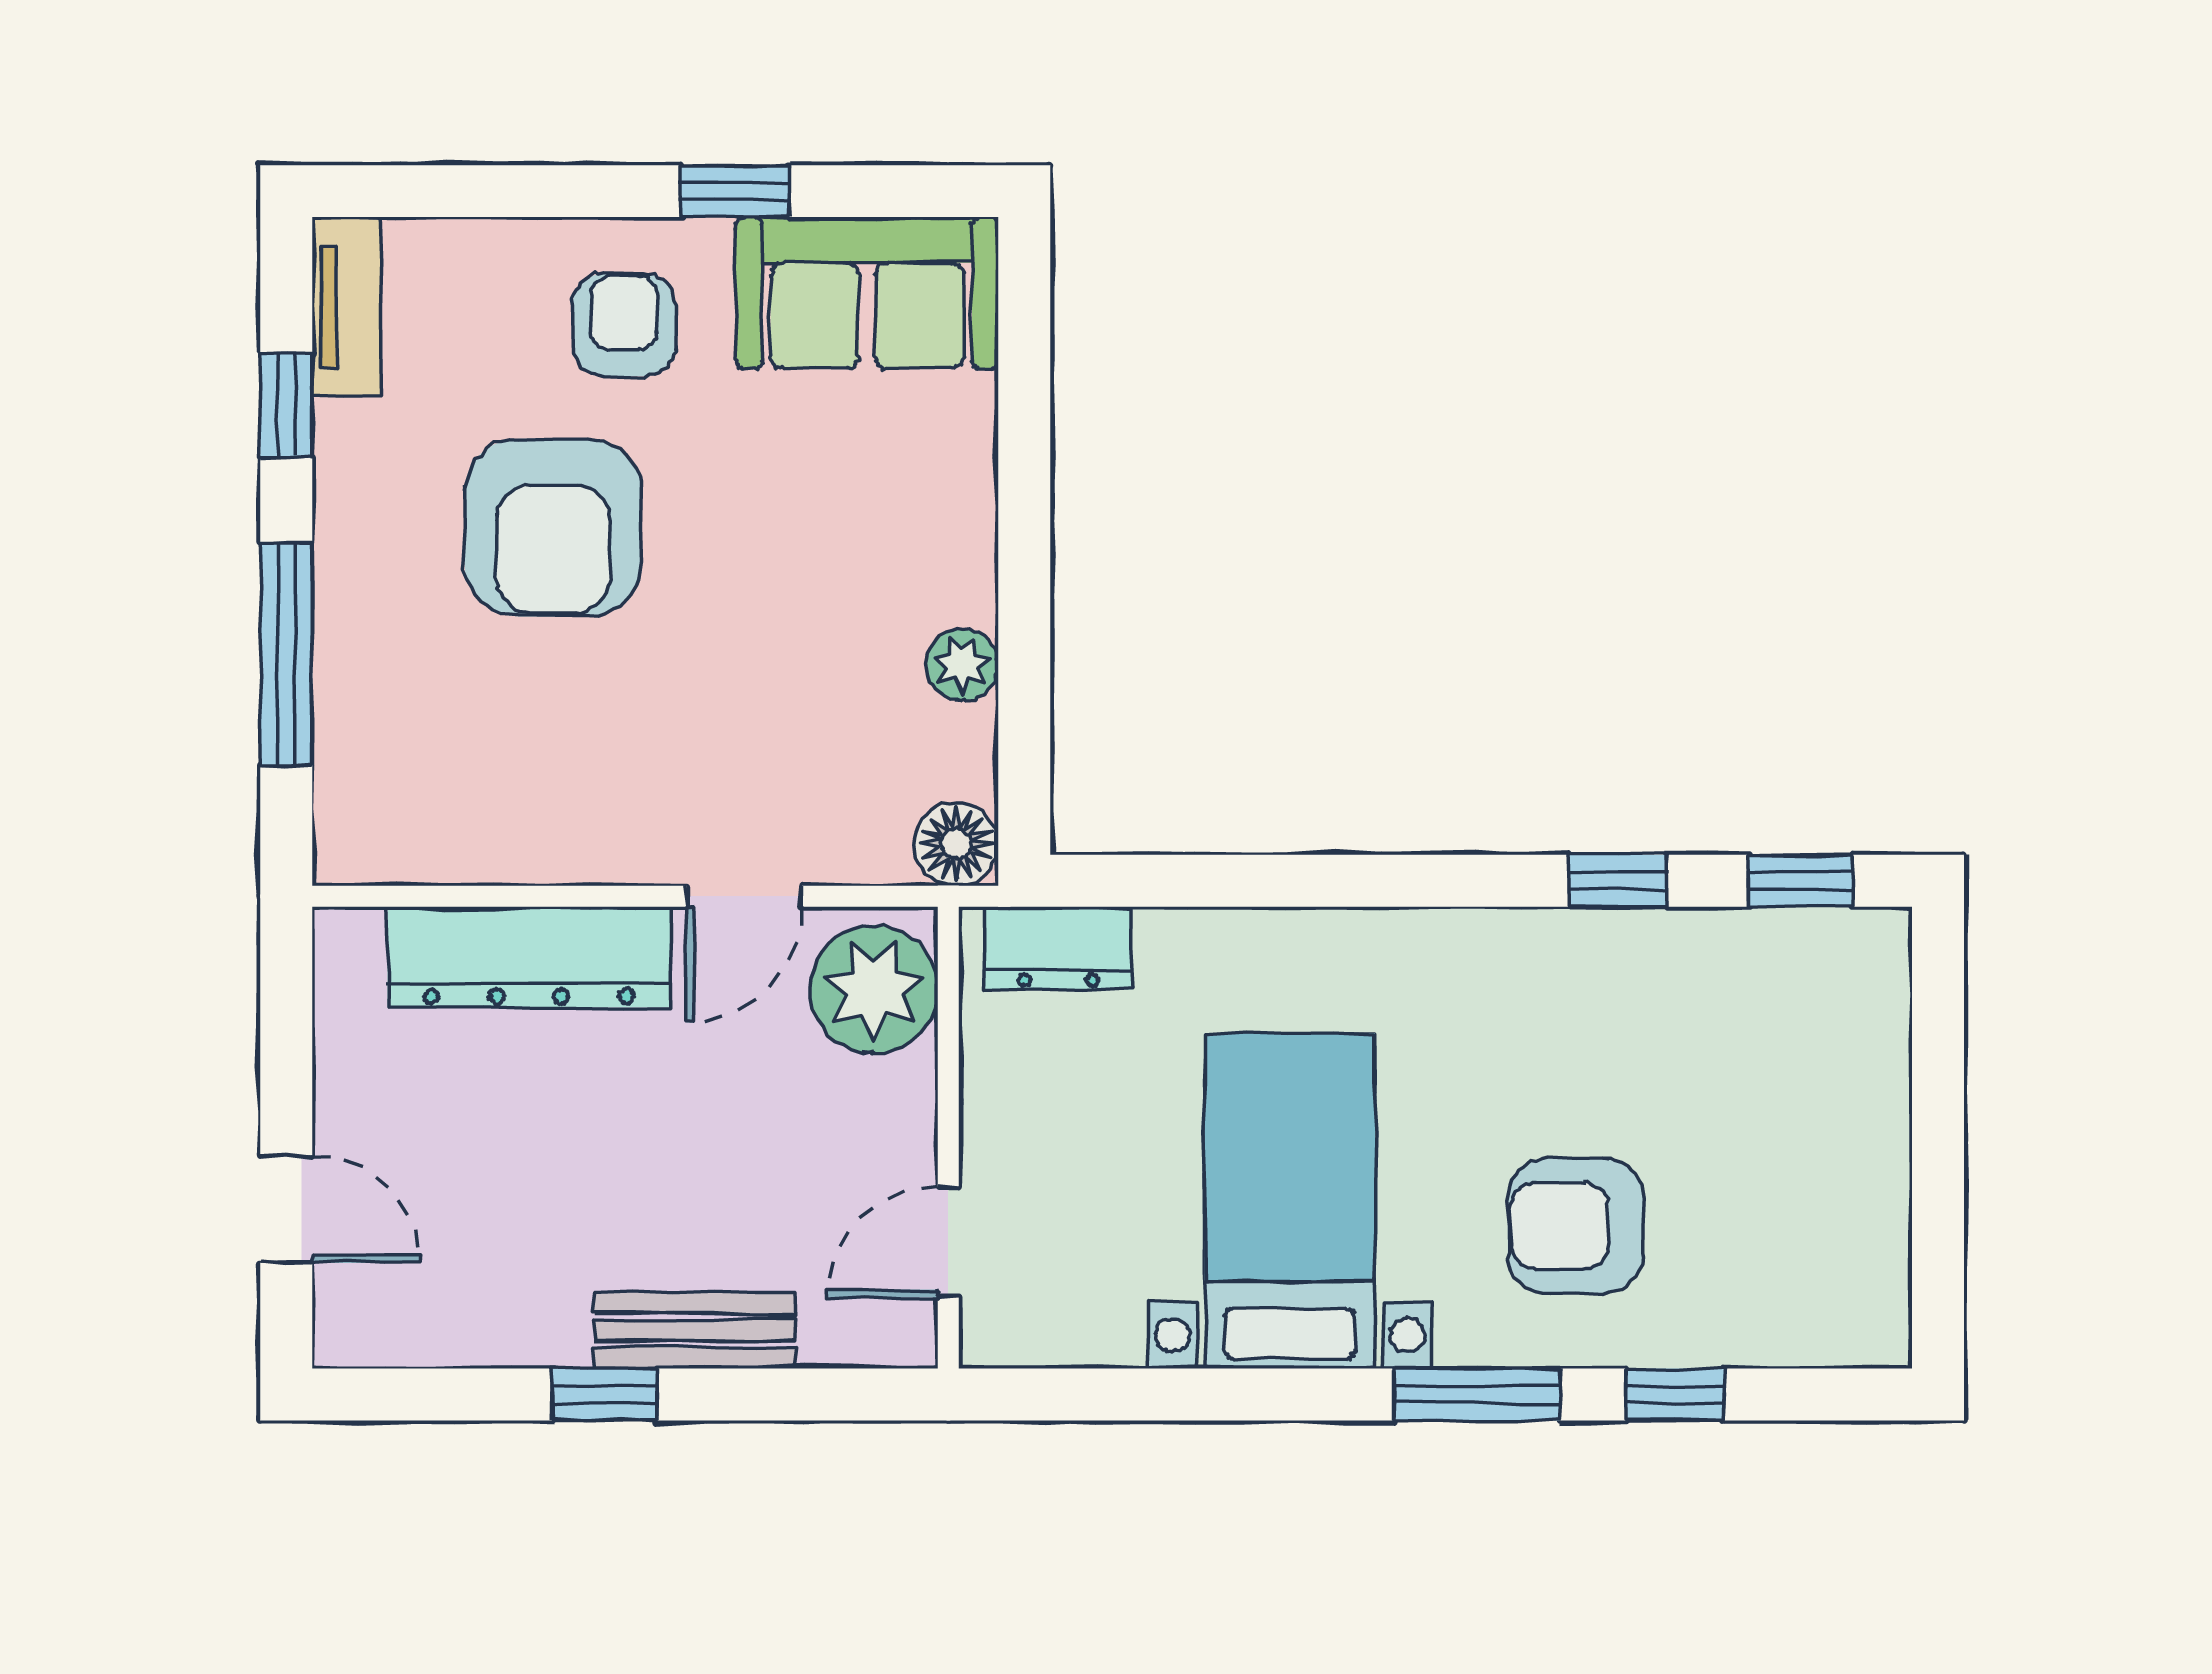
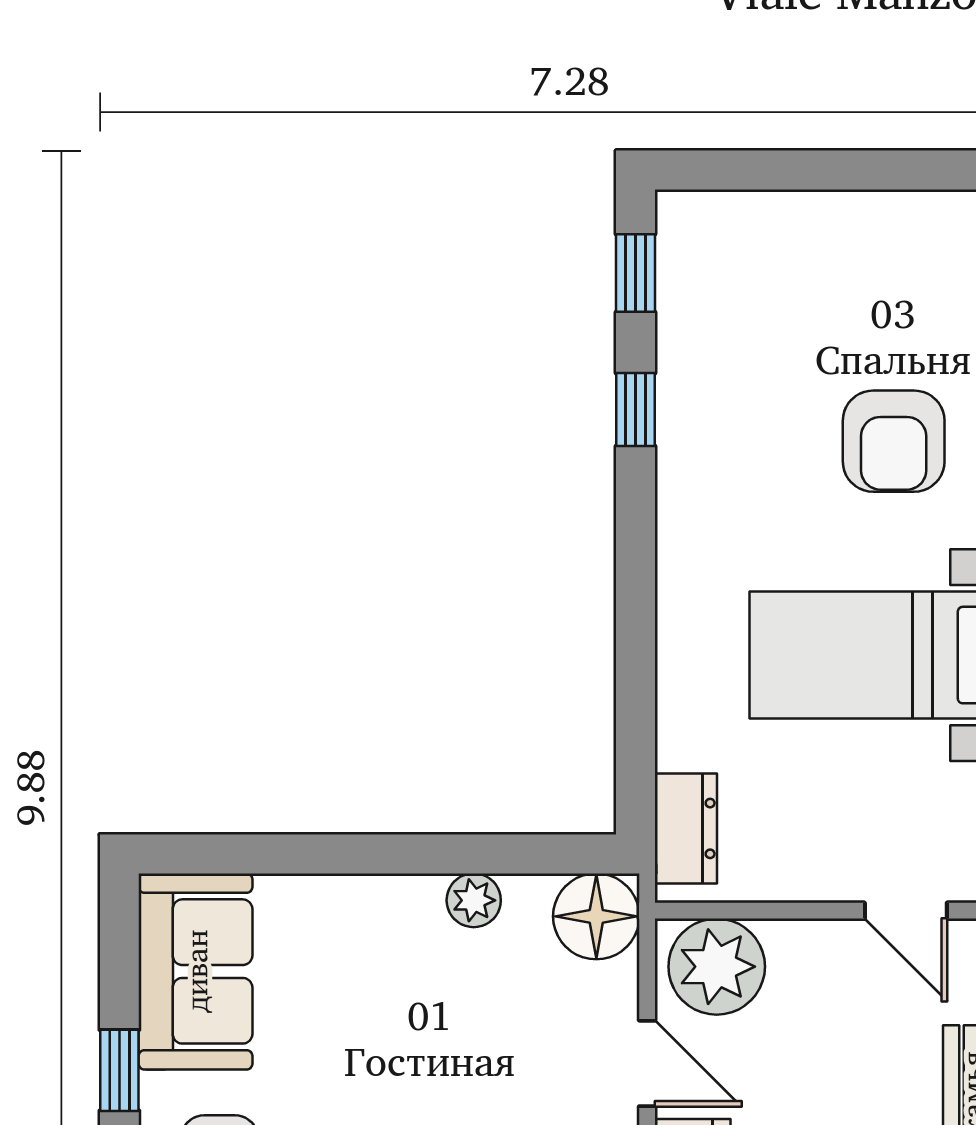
floor lamp: (956, 844) -> (596, 916), width x1.38, depth x1.38

